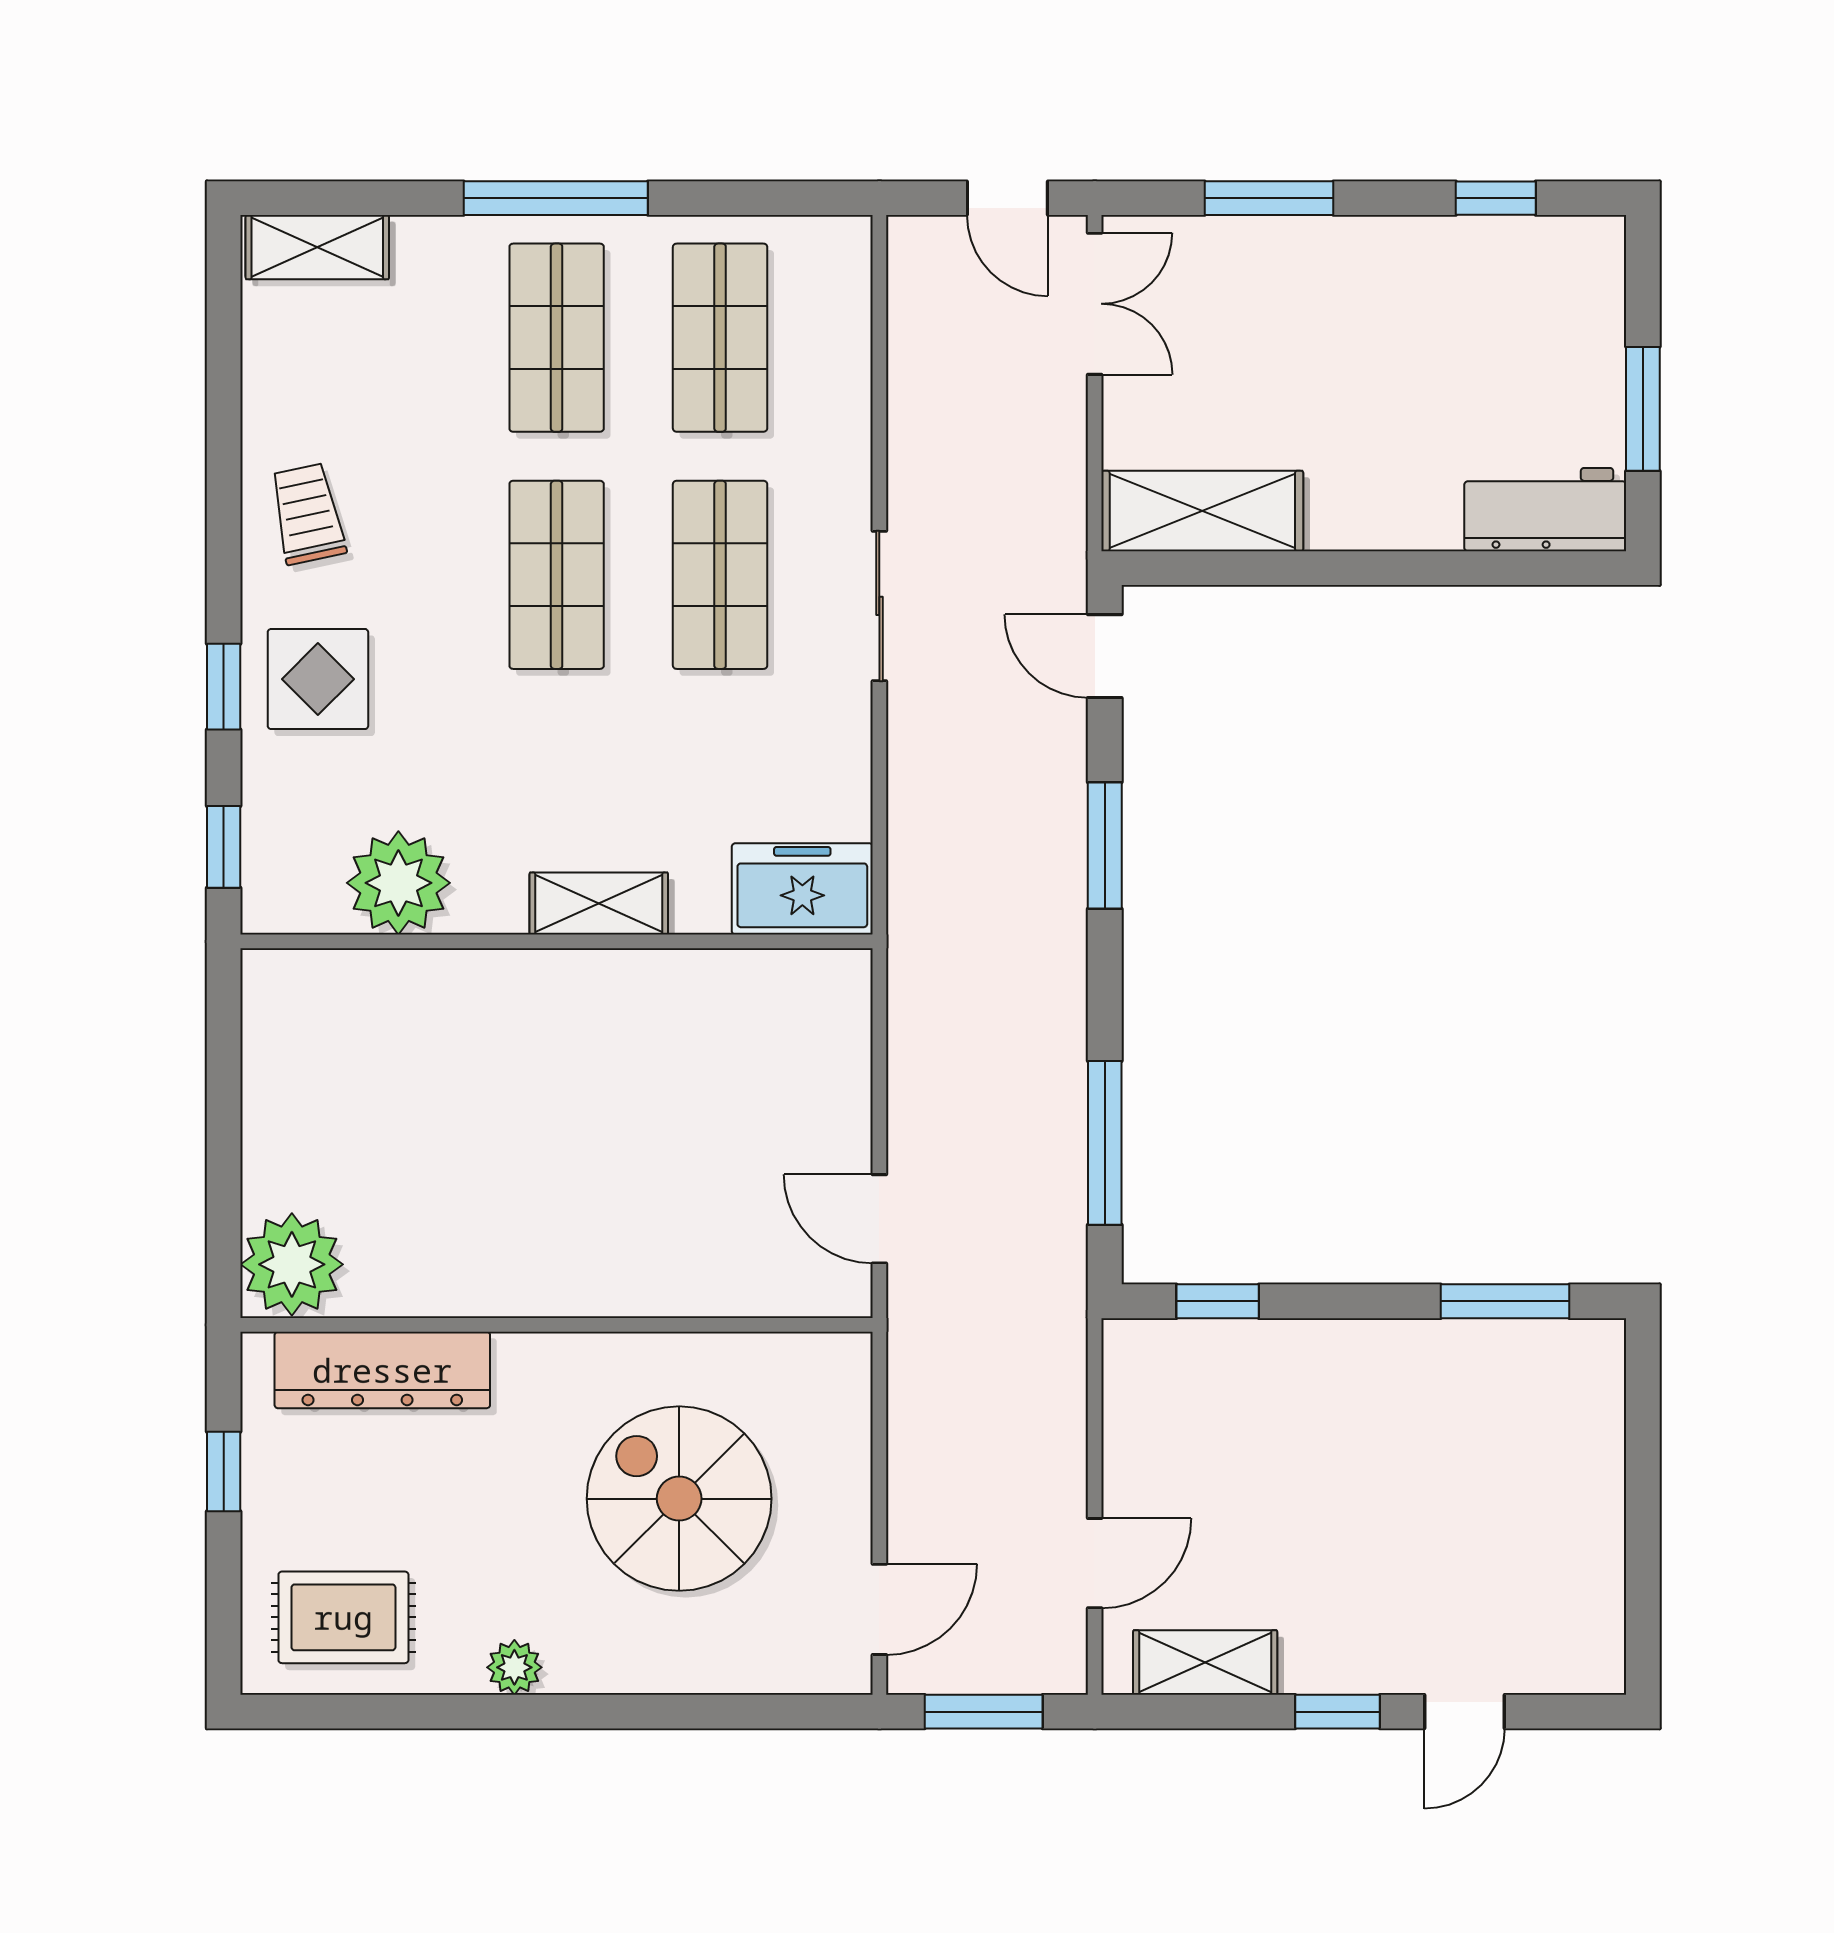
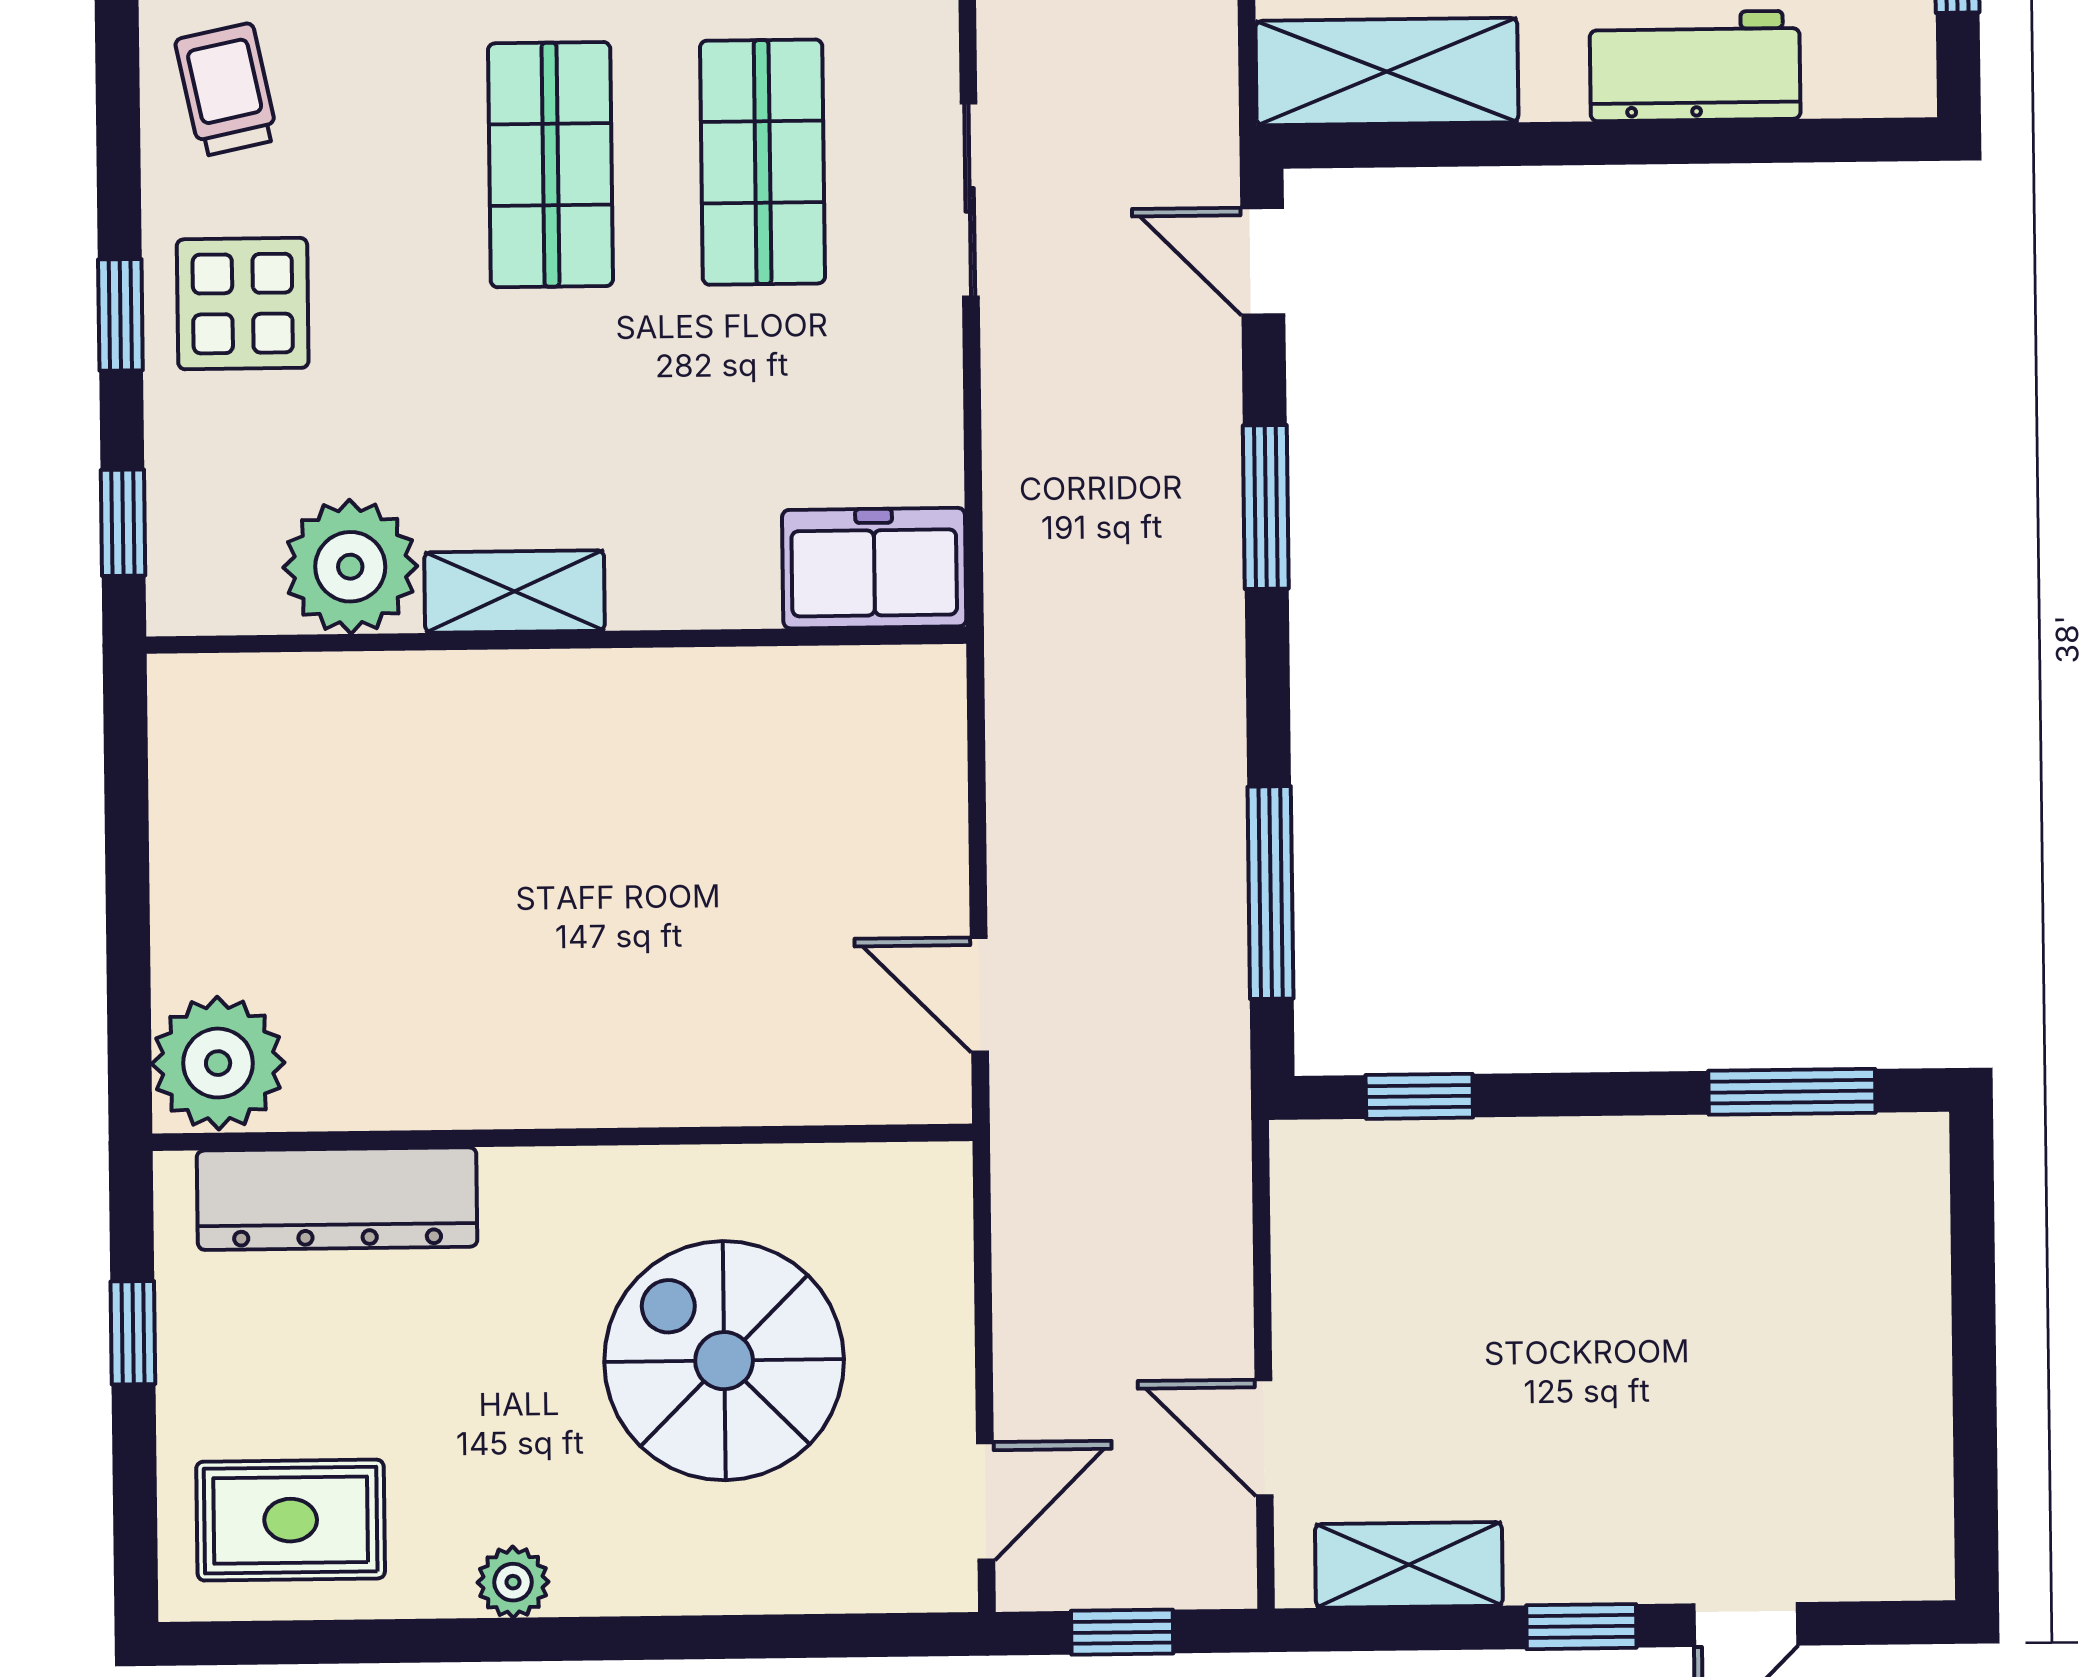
workbench: (1545, 510) -> (1695, 66), moved
shelving: (599, 904) -> (515, 591), moved
door: (1095, 1563) -> (1264, 1438), swing flipped
window: (984, 1712) -> (1122, 1632), width x0.67

